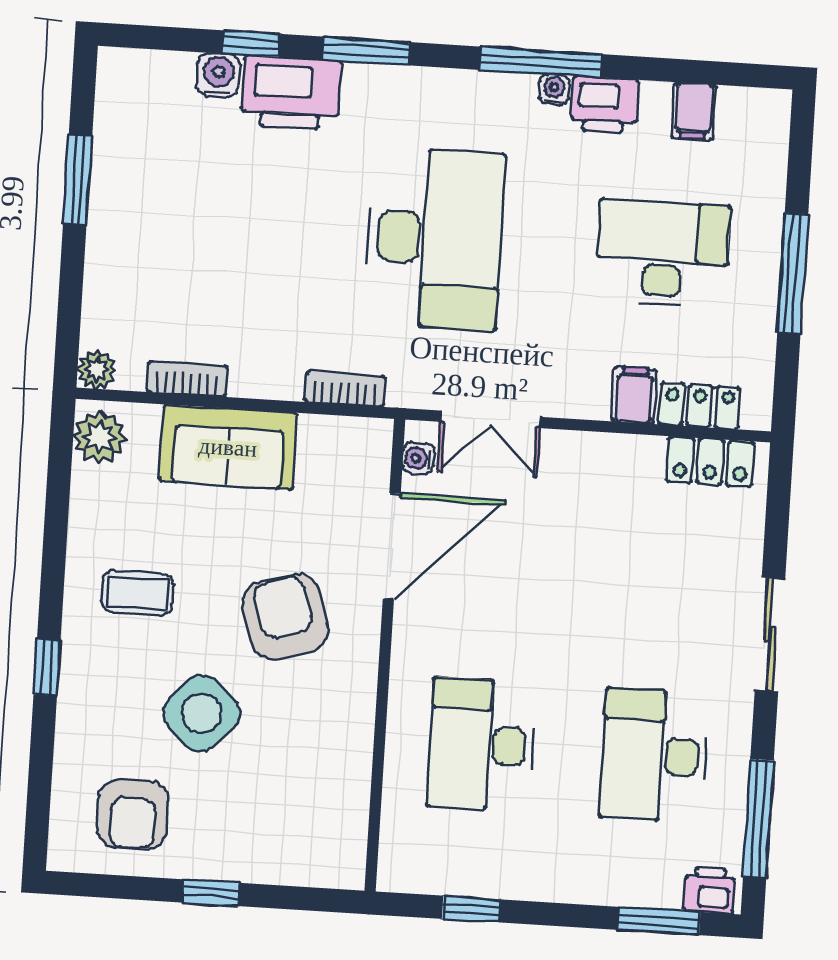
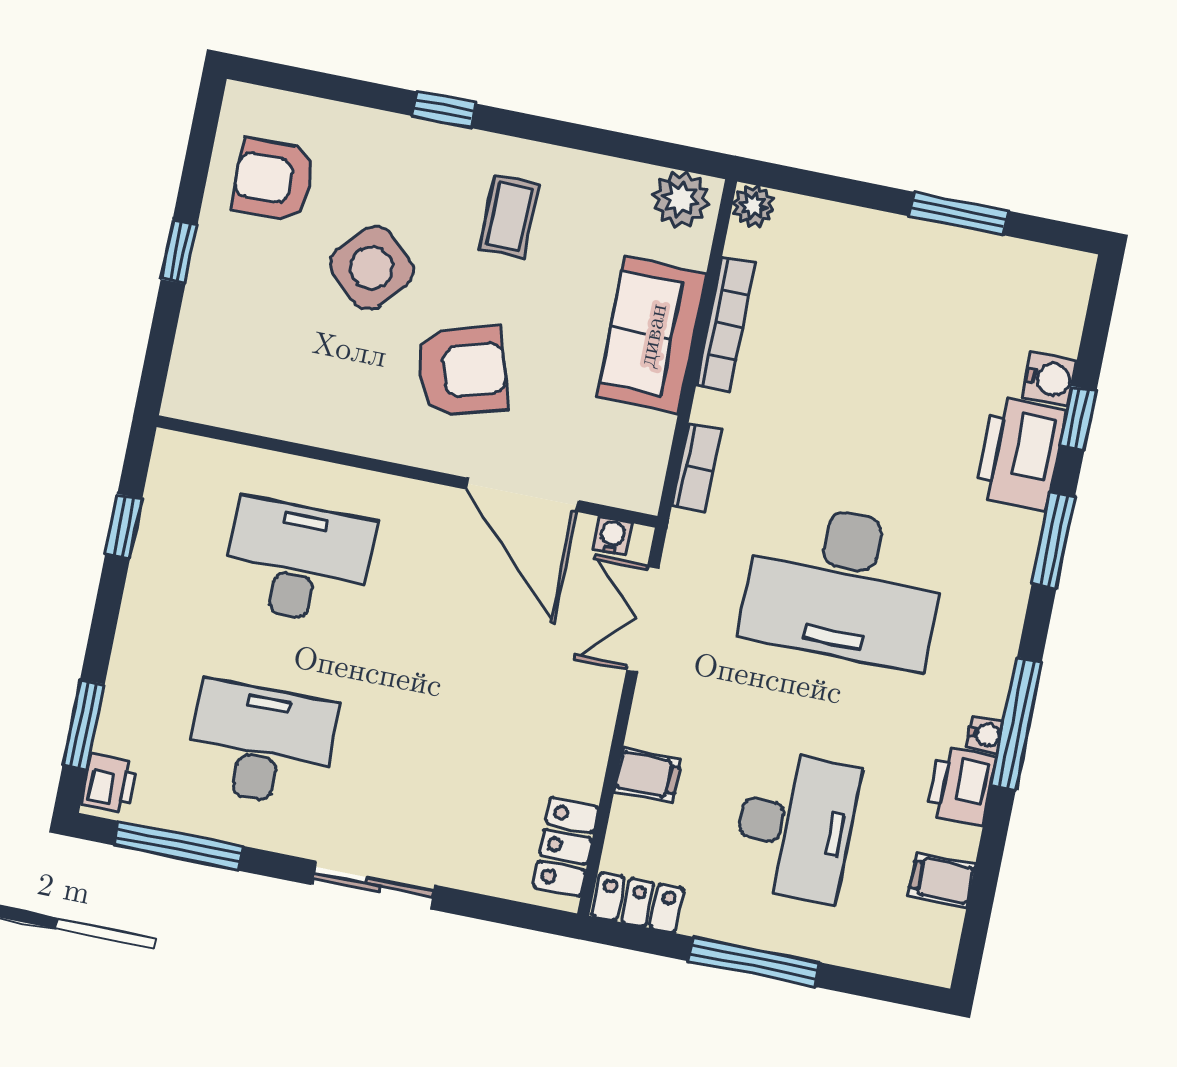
bookcase: (187, 379) -> (726, 324), width x1.56
locker: (700, 406) -> (638, 902), moved, turned -90

